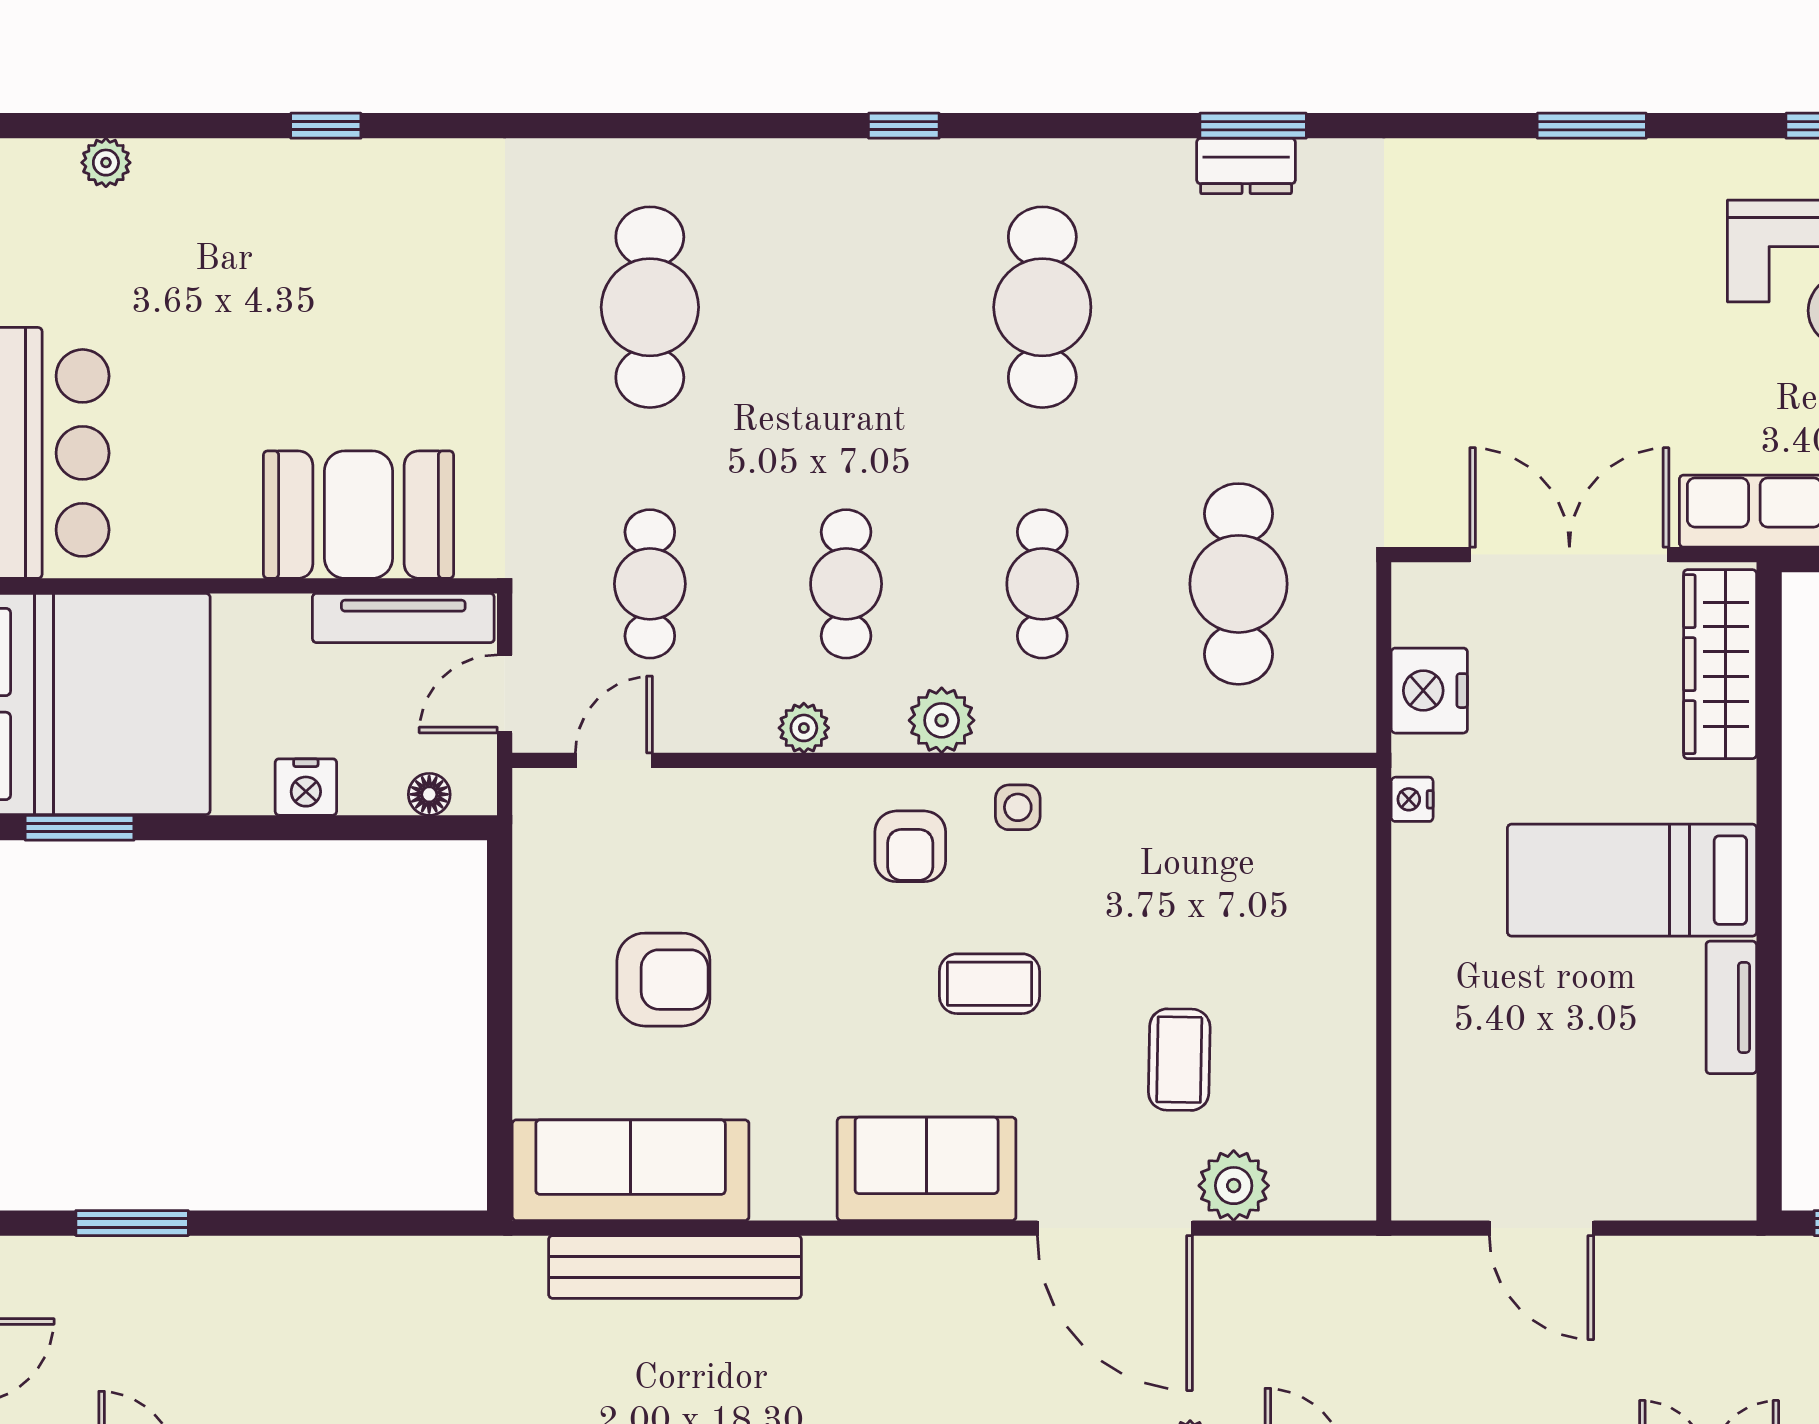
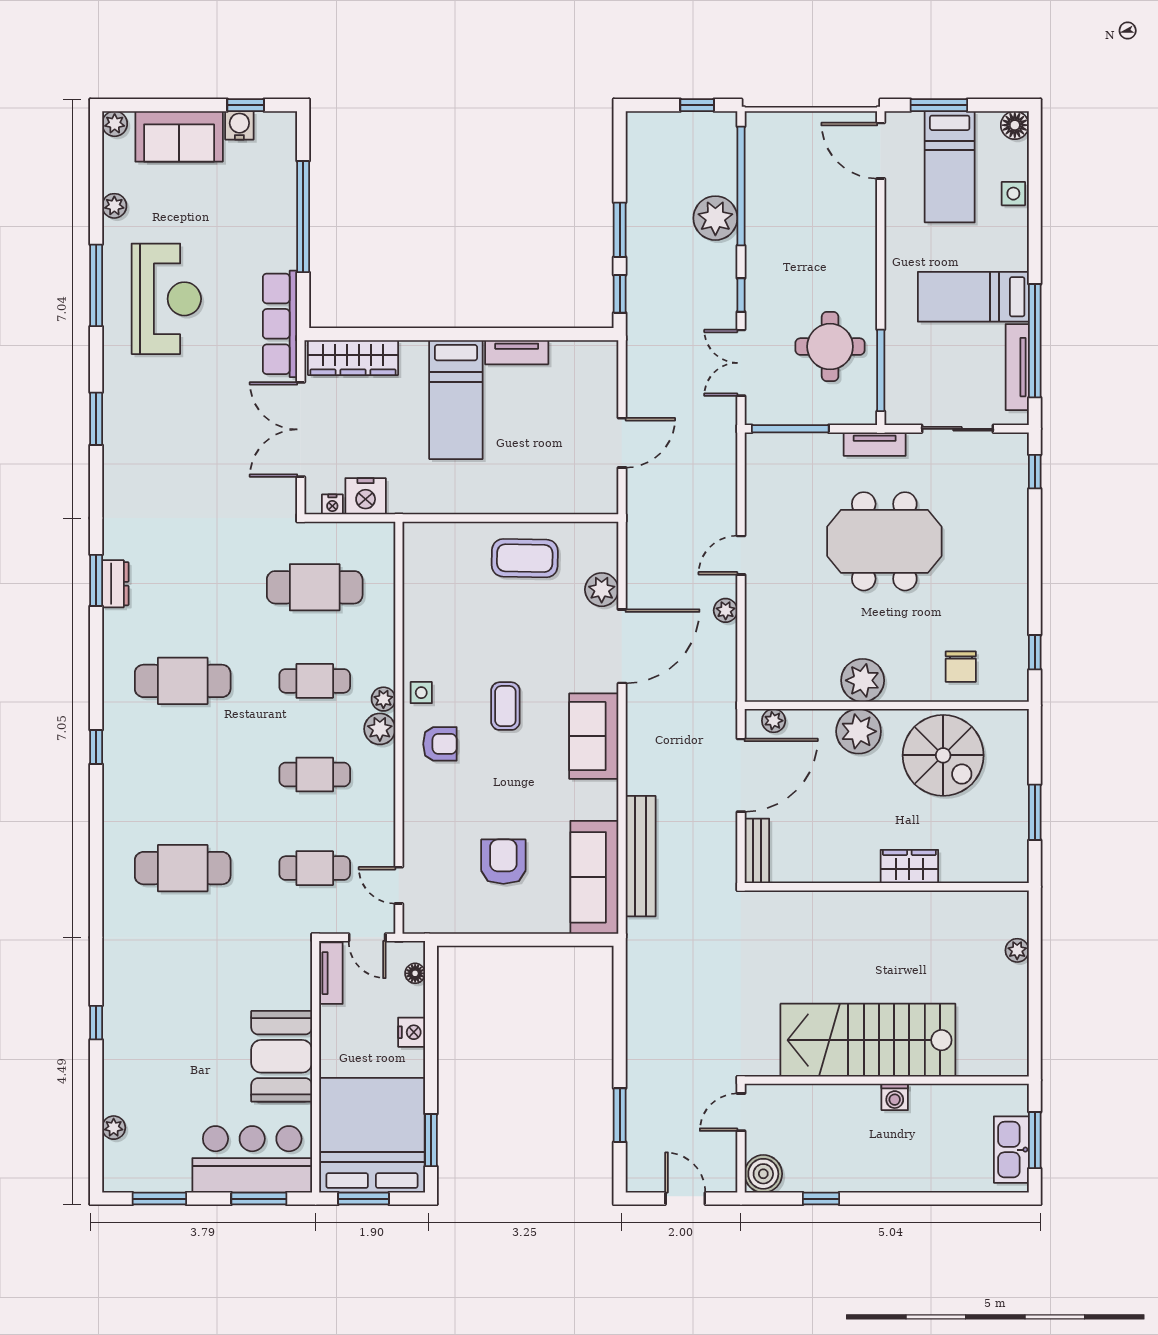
booth: (358, 515) -> (282, 1056), moved
tv unit: (403, 618) -> (331, 973), width x0.71
plant: (804, 728) -> (383, 699), moved
nightstand: (1412, 799) -> (332, 504), moved
coffee table: (1179, 1060) -> (525, 558), moved, width x1.36, depth x1.30

